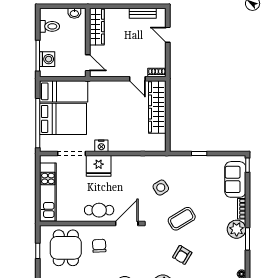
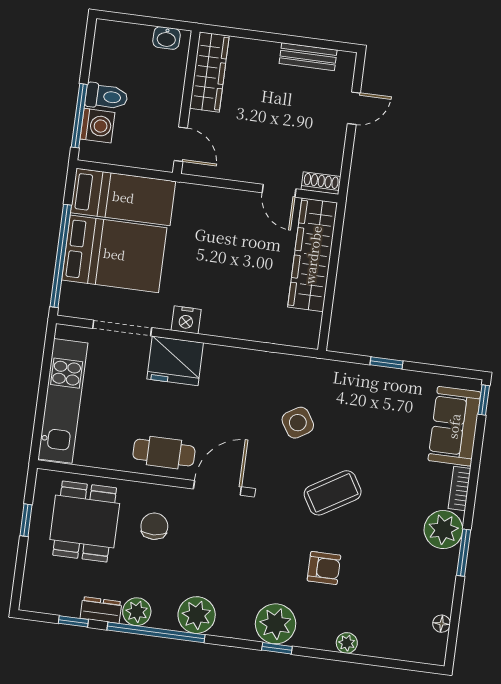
toilet: (50, 26) -> (106, 96), moved
door: (168, 35) -> (354, 108), swing flipped
armchair: (182, 255) -> (324, 568), turned -121

